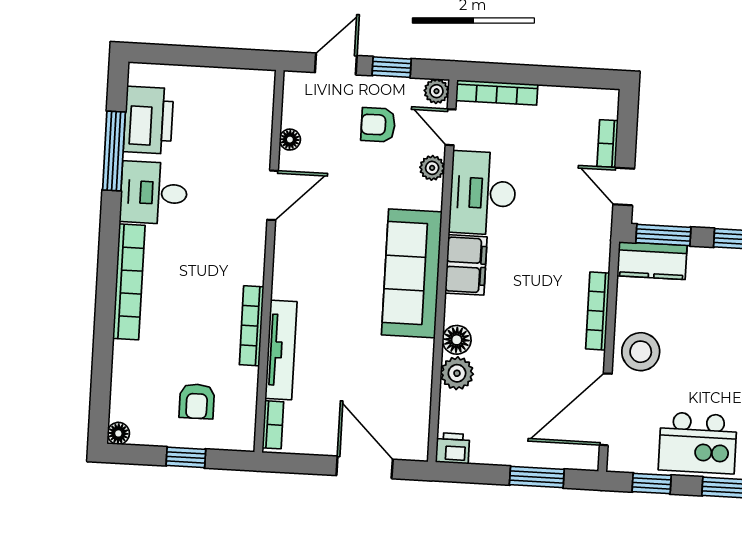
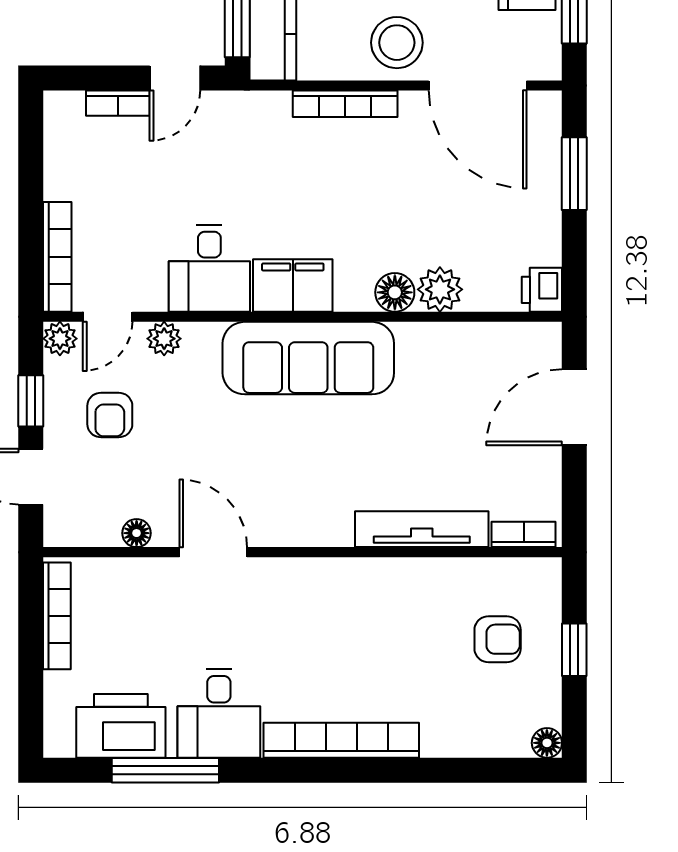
desk: (483, 193) -> (209, 268), width x0.73
bookcase: (252, 326) -> (57, 616), moved, turned -90

